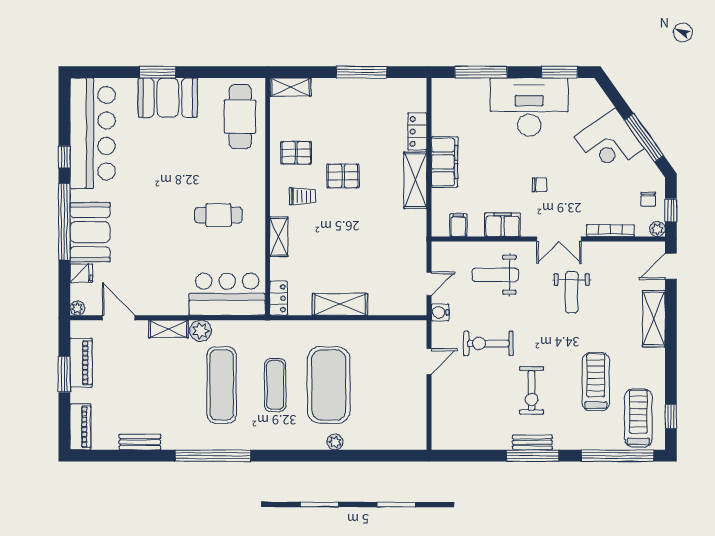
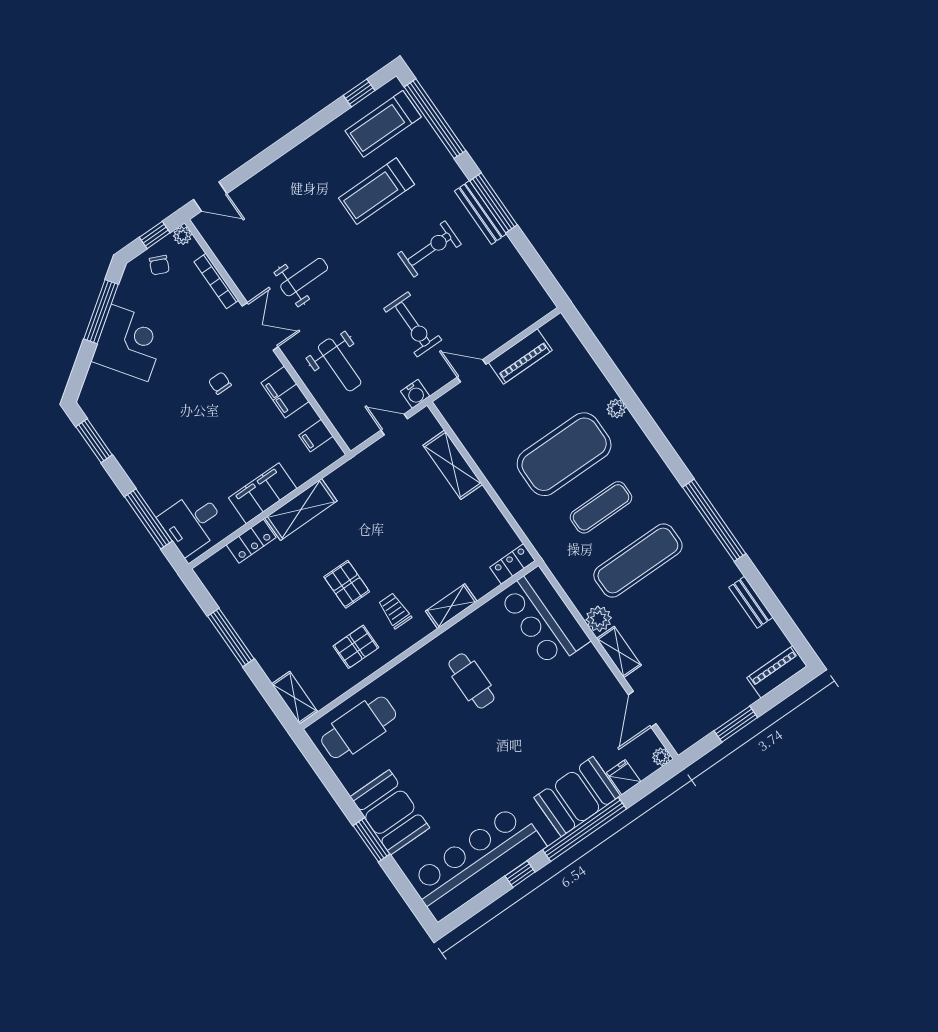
desk: (529, 107) -> (192, 523), moved, width x0.53, depth x0.77
pallet: (296, 153) -> (356, 647), turned 90
chair: (648, 199) -> (159, 265), turned 114
shelving: (340, 304) -> (453, 465), moved
shelving: (654, 319) -> (274, 177), removed
piano: (81, 363) -> (520, 356), moved, turned 180
bench: (532, 442) -> (481, 212), width x1.36

